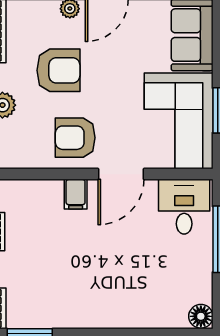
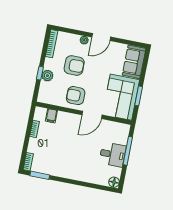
filing cabinet: (76, 194) -> (51, 116), moved
desk: (184, 207) -> (113, 155), moved, turned 90

